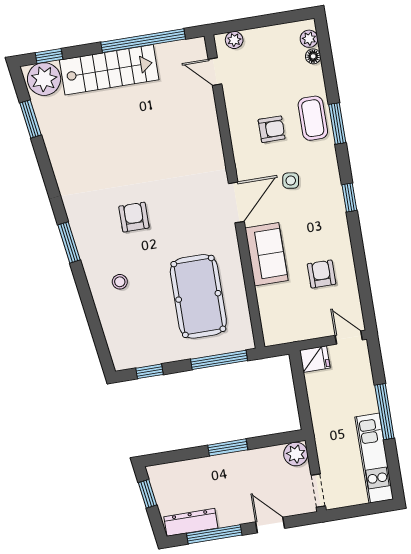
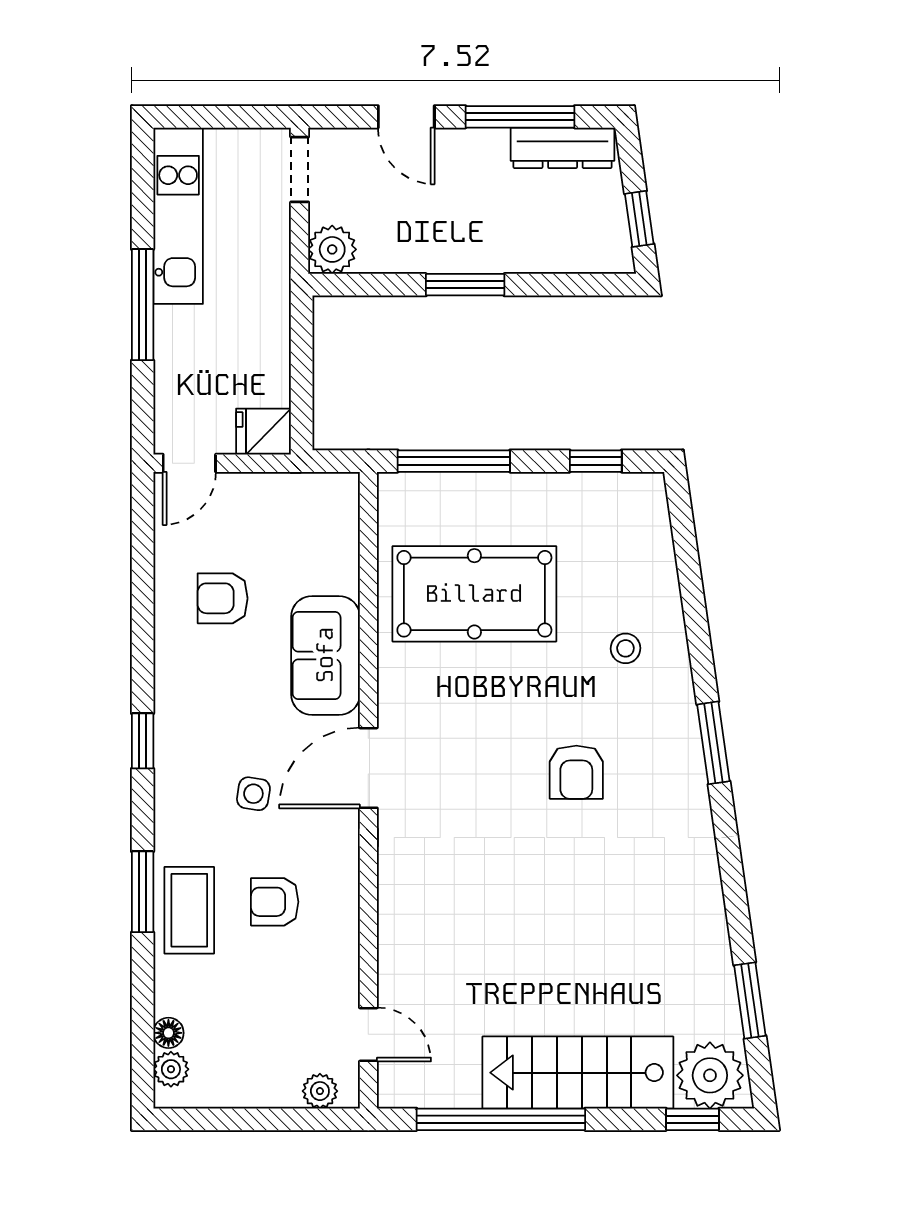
armchair: (322, 274) -> (223, 598), turned 90
pool table: (198, 296) -> (474, 594), turned 90
door: (349, 338) -> (189, 463), hinge flipped

